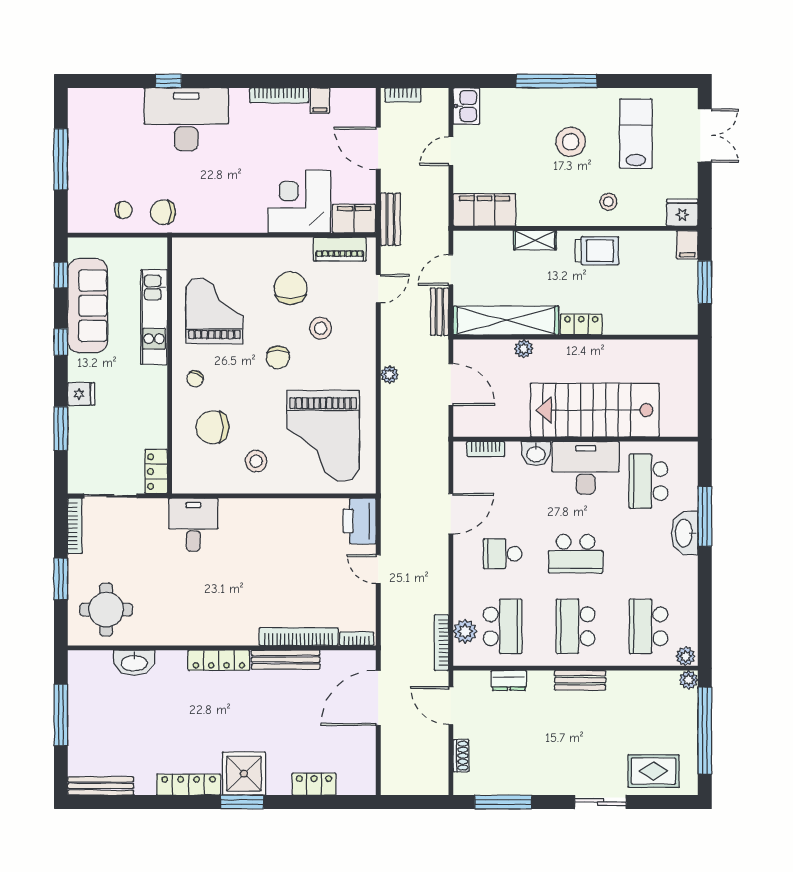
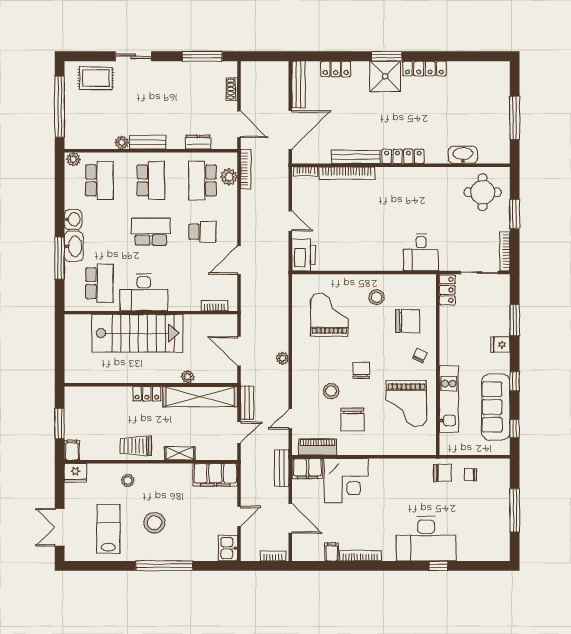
lab bench: (636, 134) -> (108, 529), turned 180
grand piano: (323, 436) -> (329, 315), width x0.73, depth x0.68
washbasin: (536, 454) -> (73, 220), moved, turned 90
plant: (689, 680) -> (122, 143), moved
bench: (101, 786) -> (298, 84), moved, turned 90

